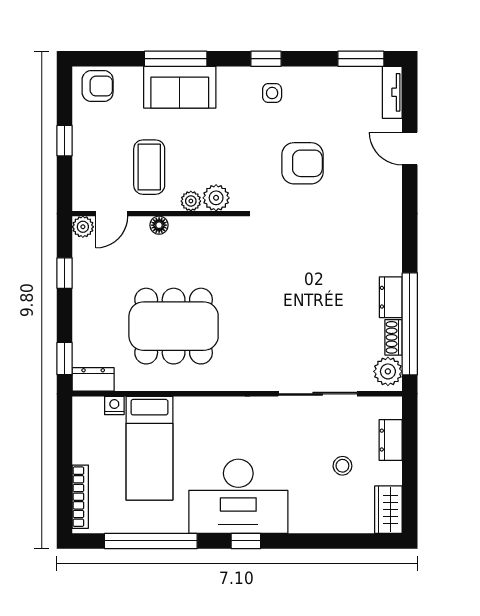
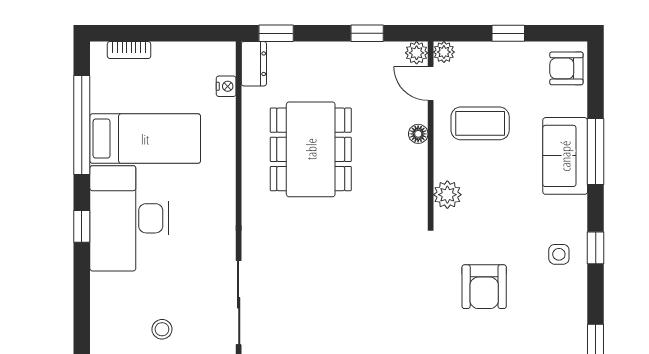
armchair: (98, 86) -> (566, 68), turned 90
plant: (191, 201) -> (444, 52), moved
bed: (149, 448) -> (145, 139), moved, turned 180
bookcase: (80, 497) -> (129, 50), width x0.64

